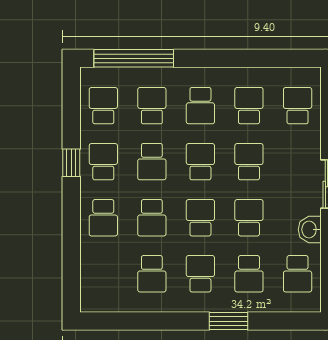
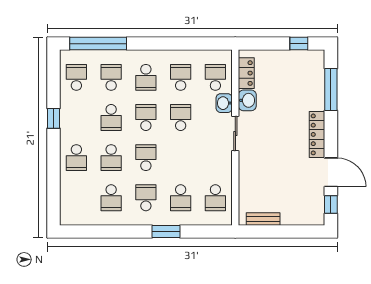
school desk: (103, 162) -> (76, 118), removed
school desk: (249, 218) -> (181, 158), removed
washbasin: (310, 229) -> (224, 103), moved

